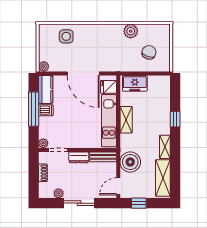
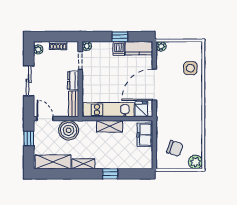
plant: (131, 31) -> (195, 162), moved
window: (34, 109) -> (120, 37), width x0.46
plant: (59, 193) -> (38, 49), moved

